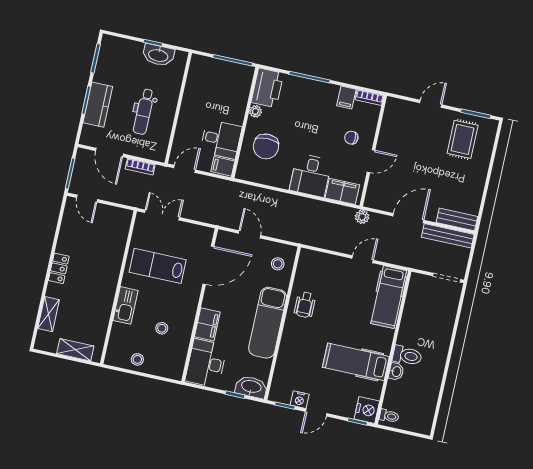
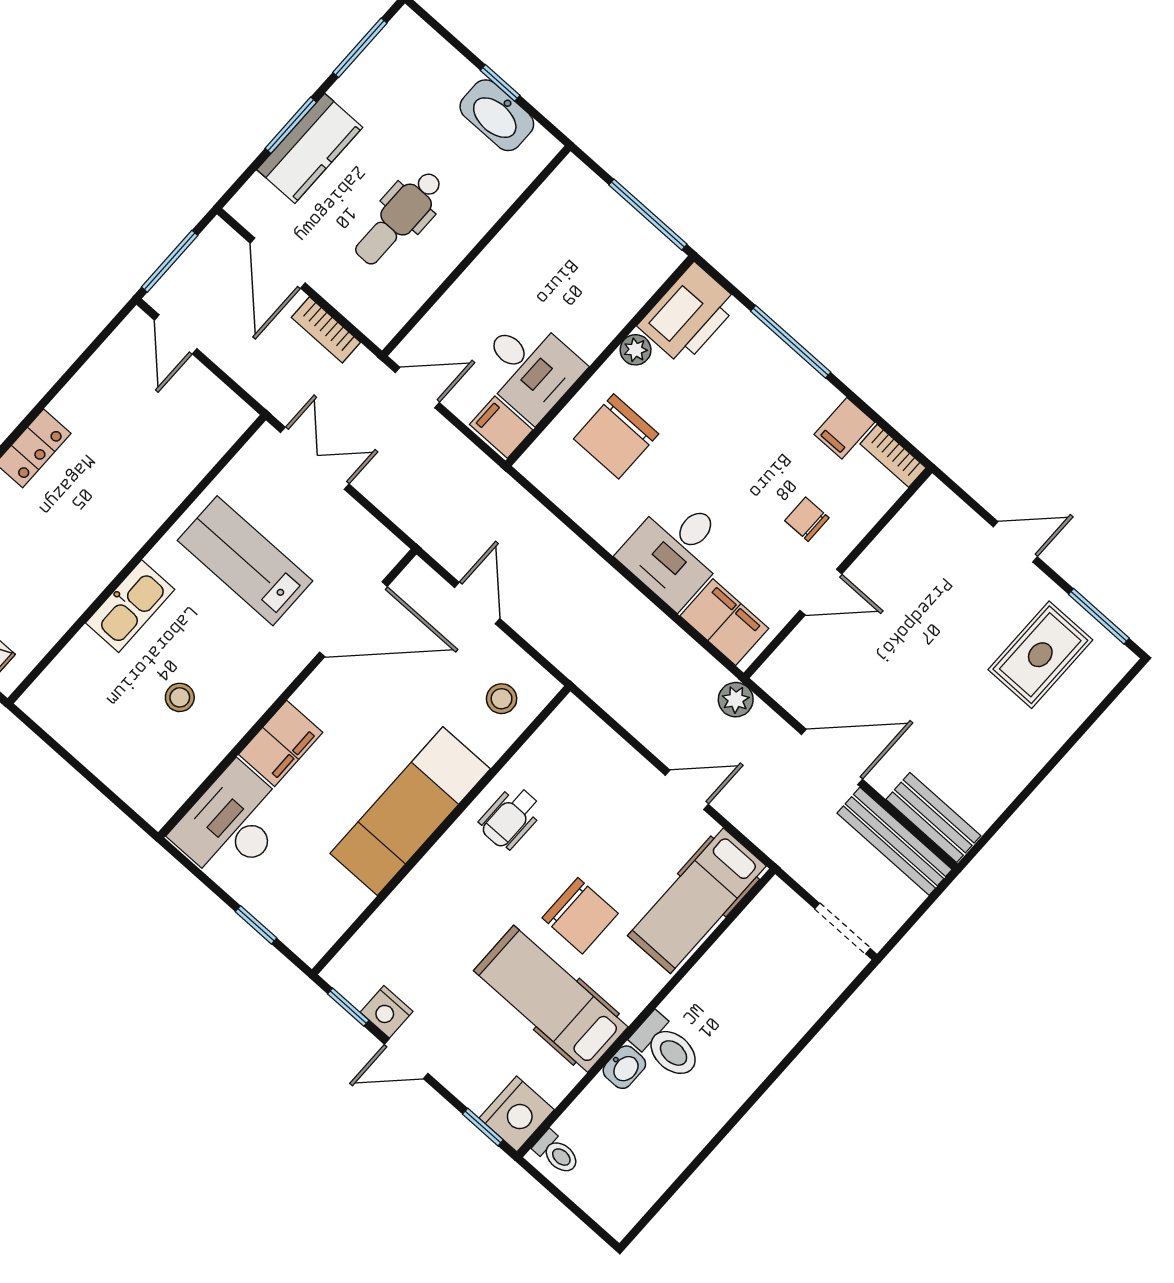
chair: (350, 326) -> (580, 916), added
stool: (137, 359) -> (91, 734), removed
washbasin: (251, 387) -> (299, 928), removed

